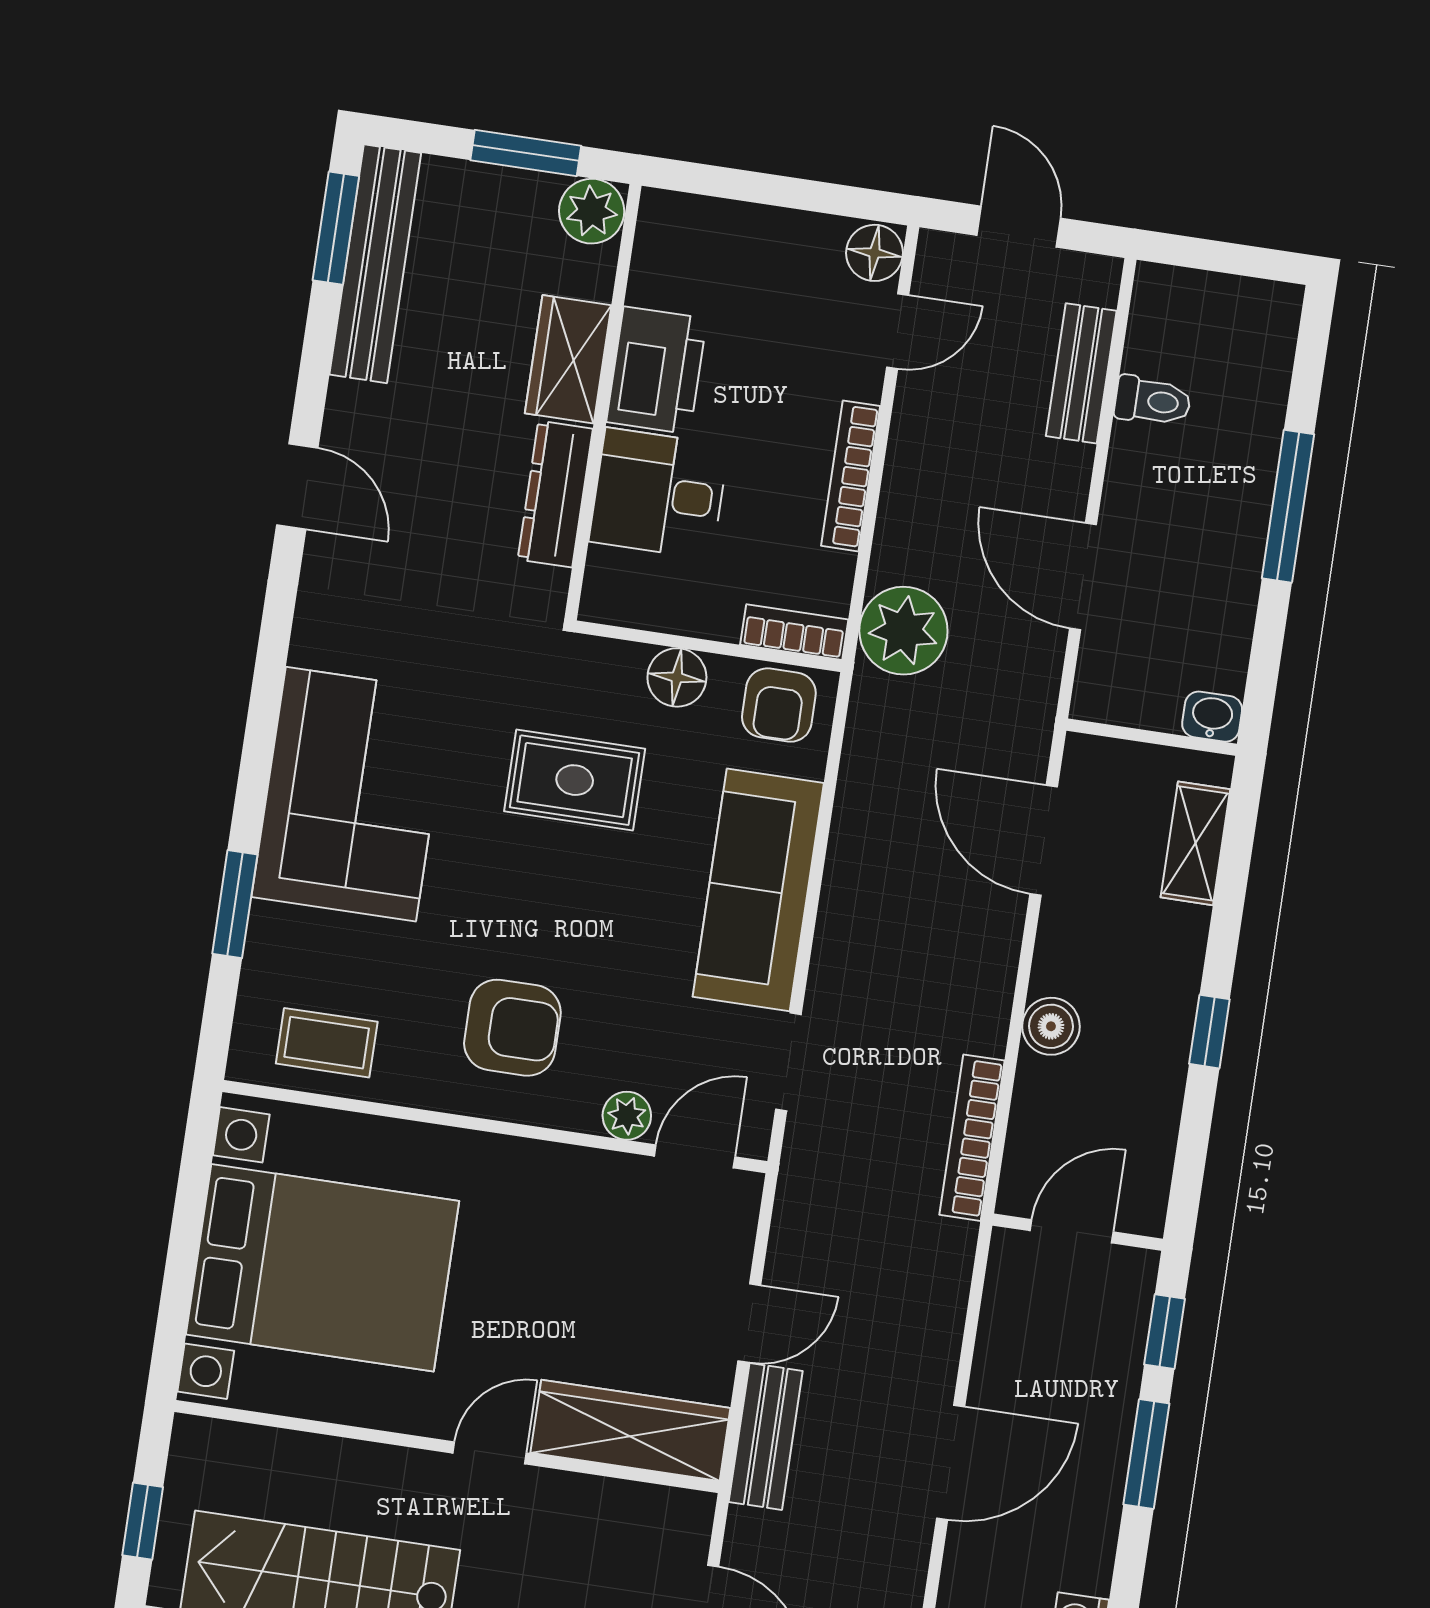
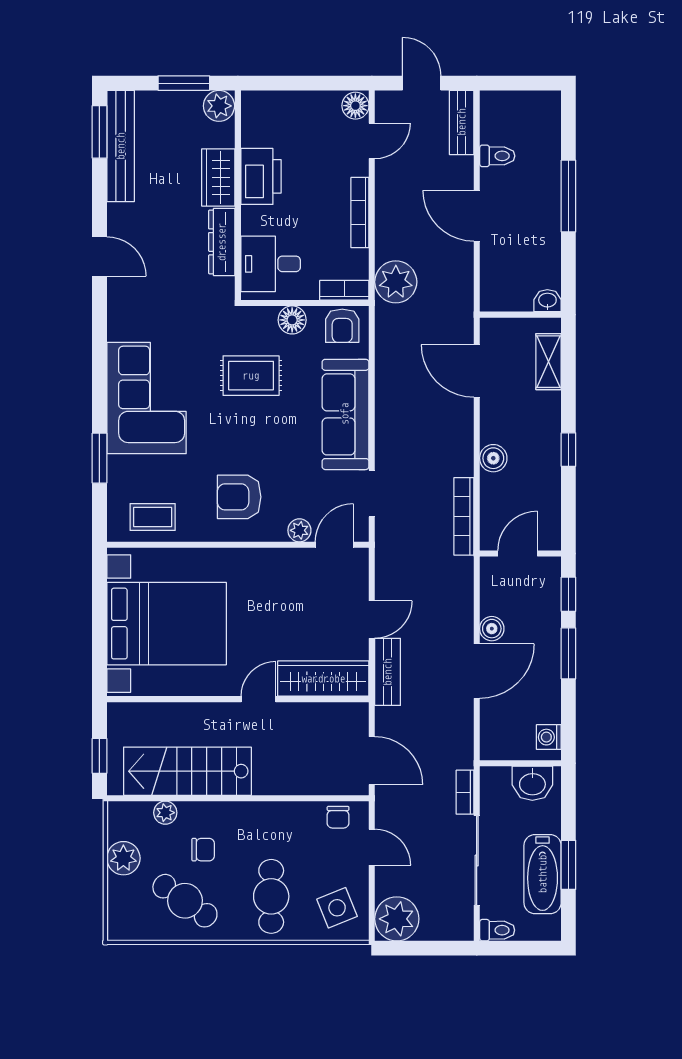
bench: (1081, 373) -> (462, 122), moved
desk: (659, 494) -> (271, 264), moved
door: (1083, 577) -> (477, 216), moved
armchair: (512, 1028) -> (239, 497), turned 180
boiler: (995, 1379) -> (492, 629), added

